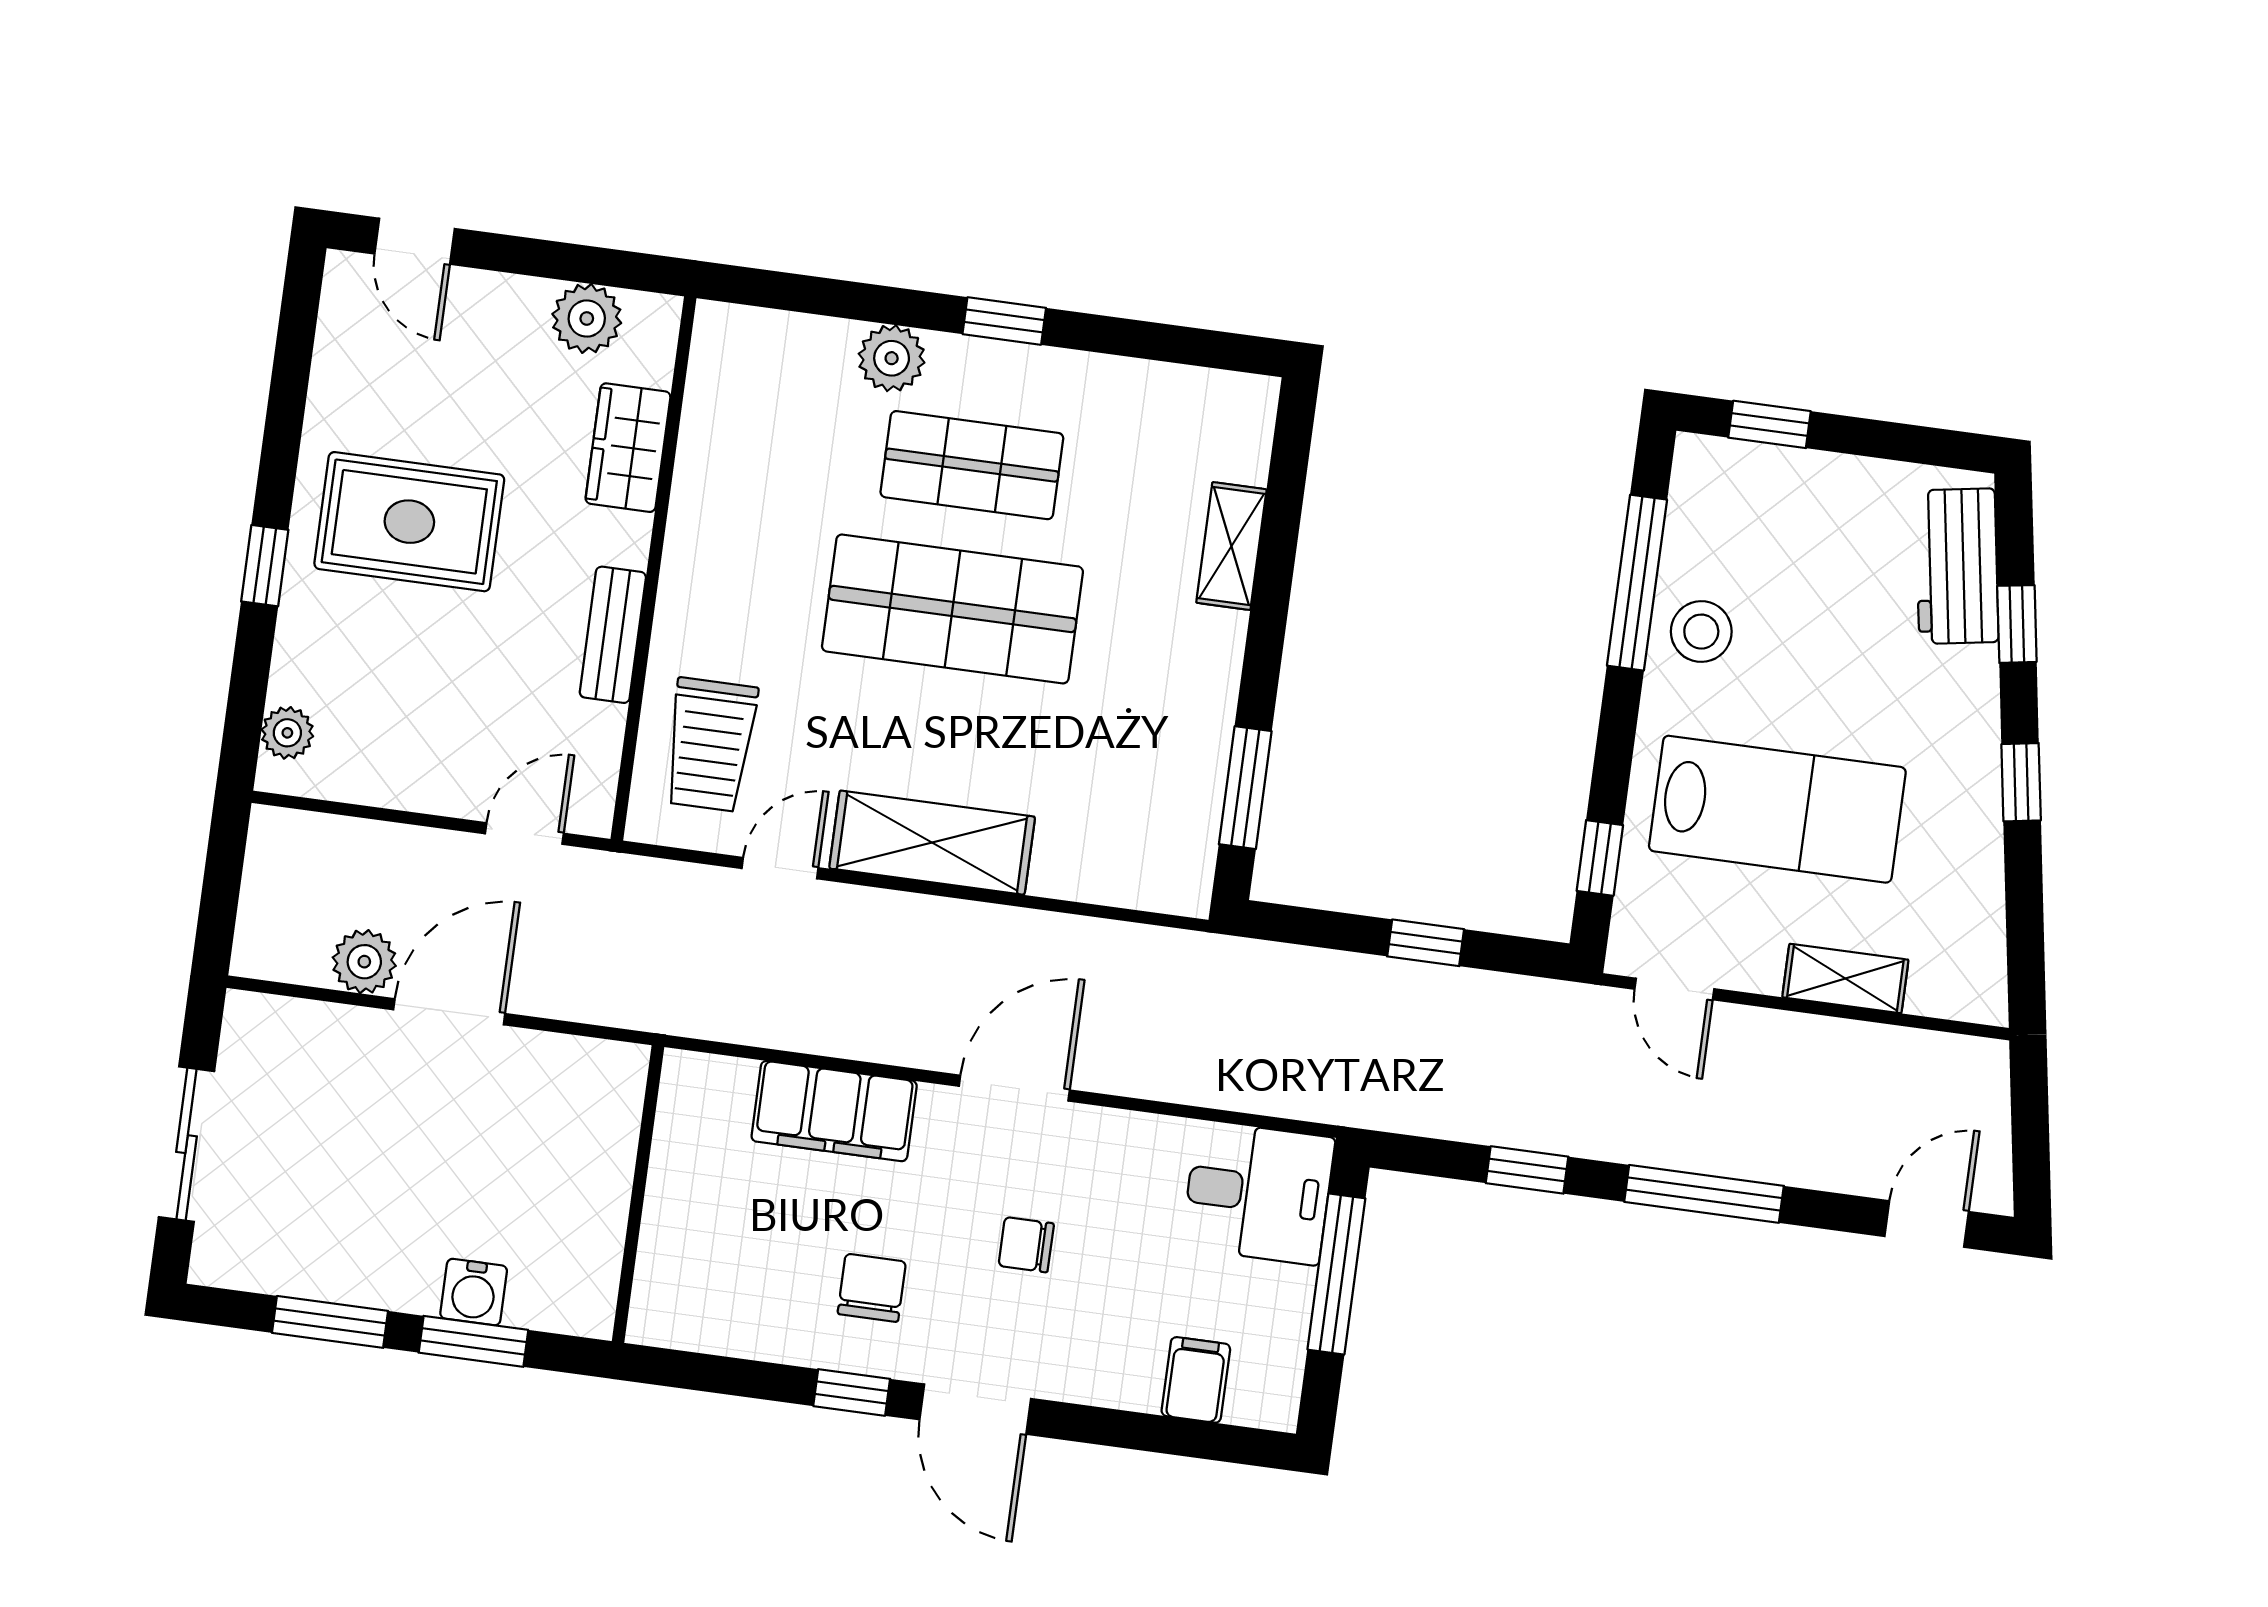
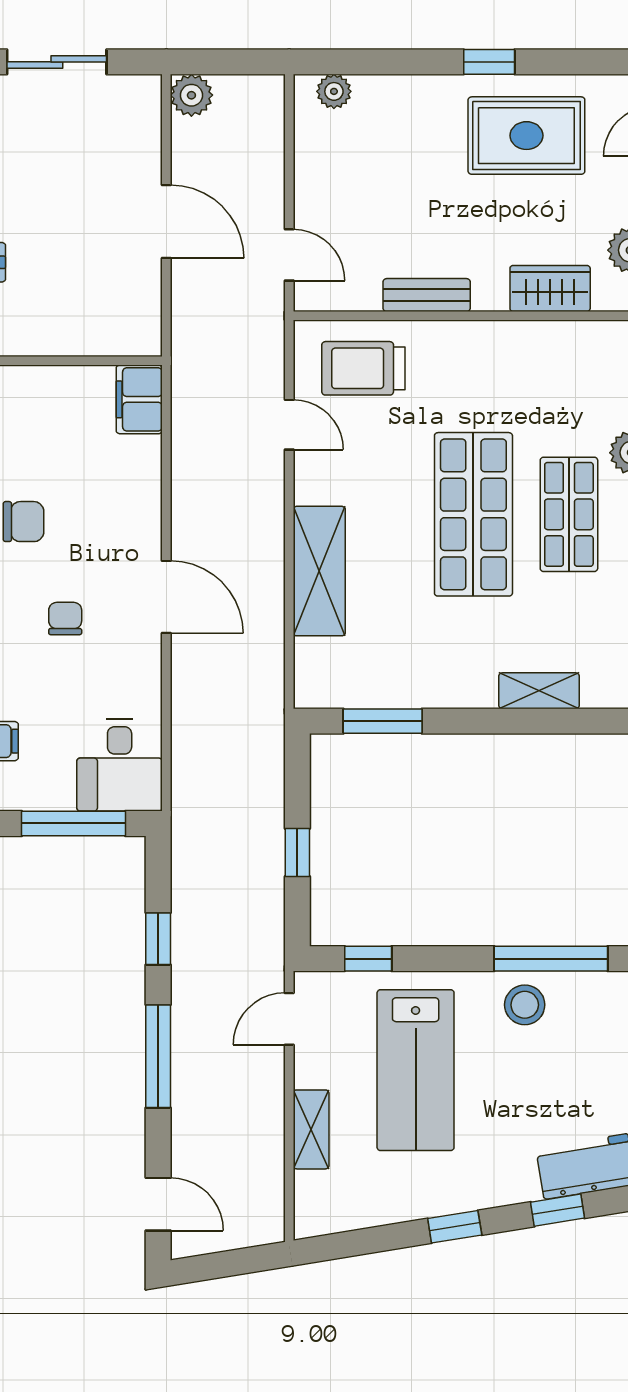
rug: (409, 522) -> (526, 136), moved, turned 90
window: (265, 566) -> (489, 62), moved
shelving: (932, 843) -> (319, 571), moved
plant: (364, 962) -> (191, 95), moved
filing cabinet: (834, 1111) -> (139, 399), moved, width x0.67, depth x0.86

